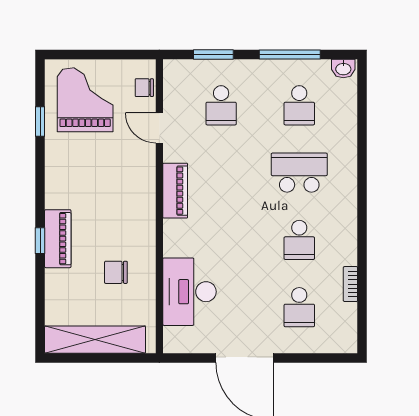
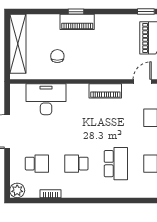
school desk: (299, 307) -> (37, 164), turned 180
plant: (345, 341) -> (17, 190), added

